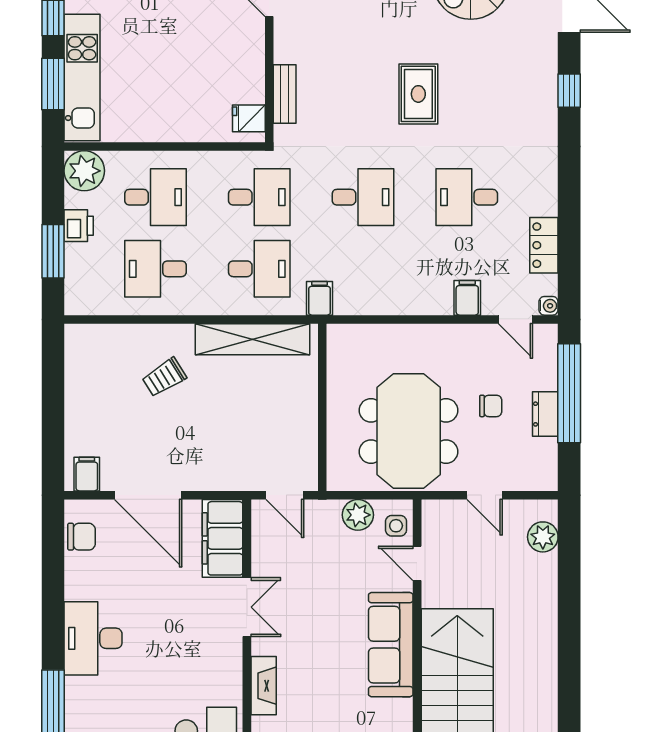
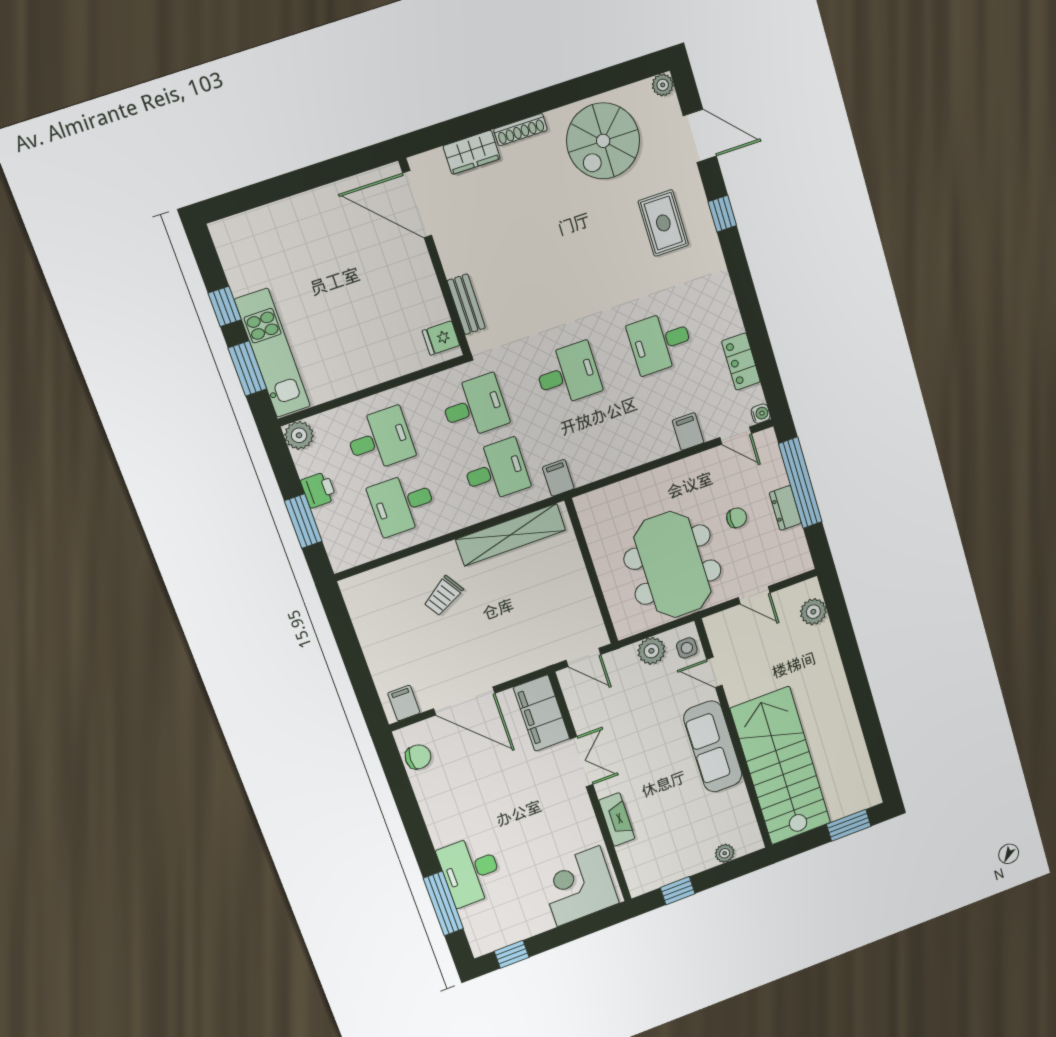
rug: (418, 94) -> (663, 223), moved
plant: (84, 171) -> (299, 435), width x0.73, depth x0.73
desk: (93, 638) -> (471, 871), moved

